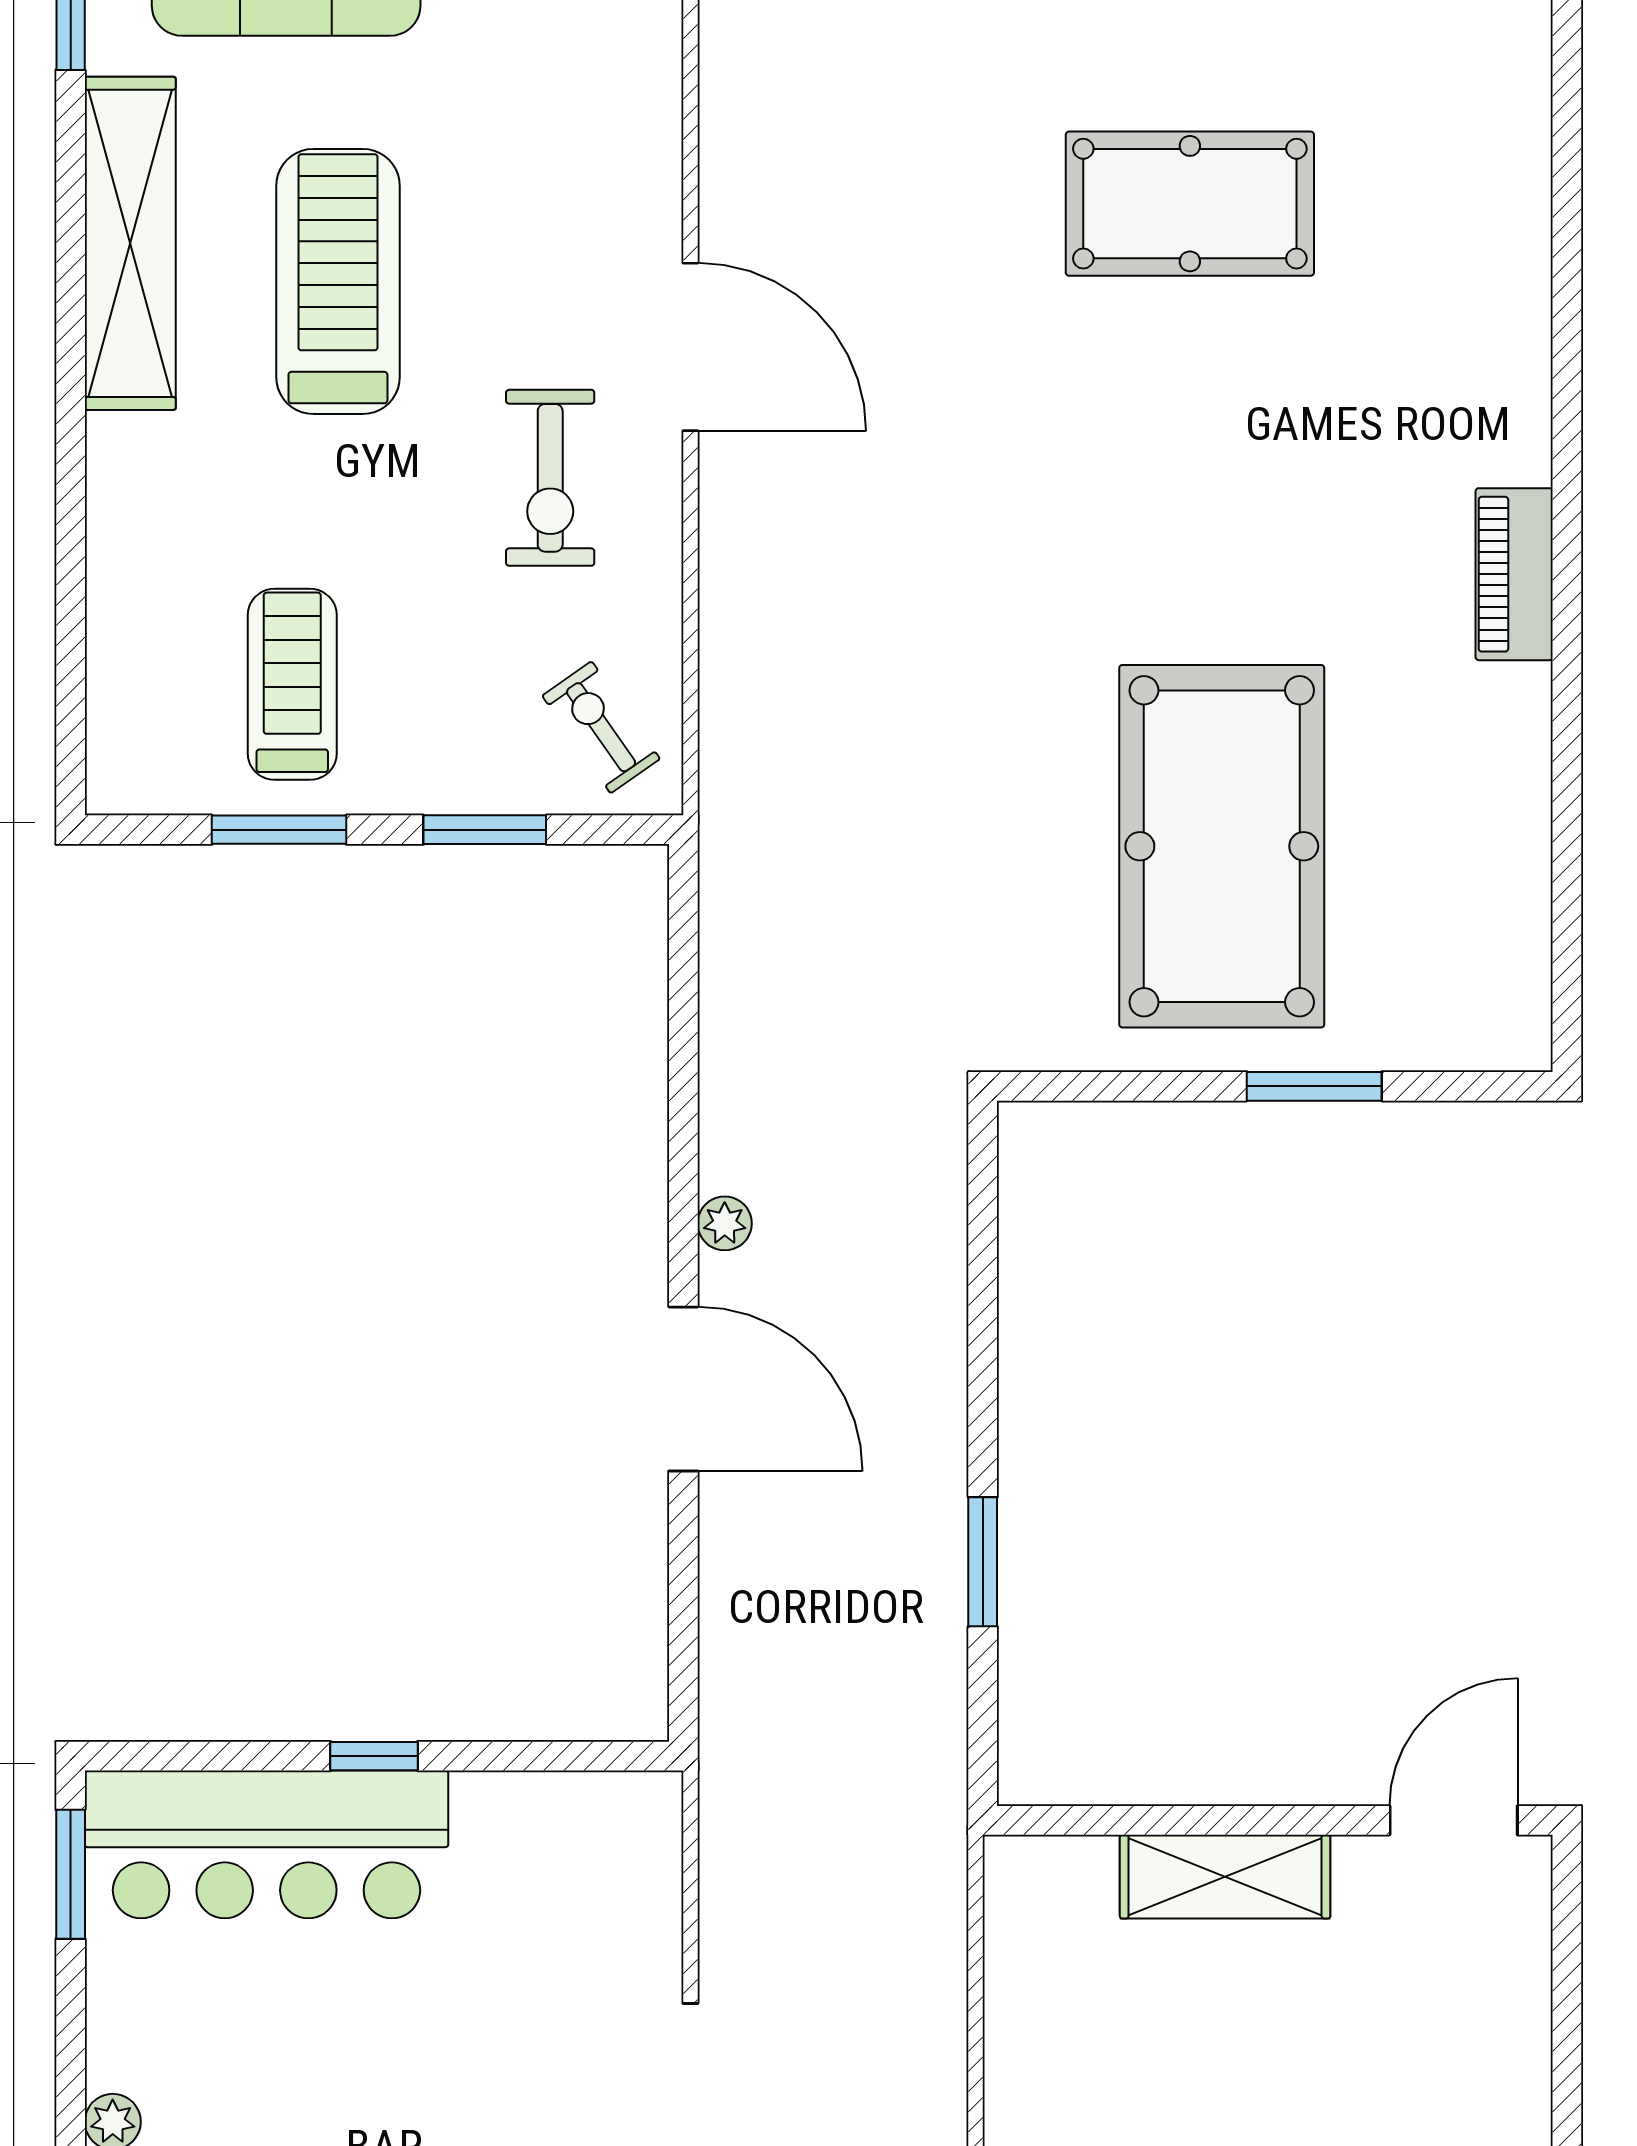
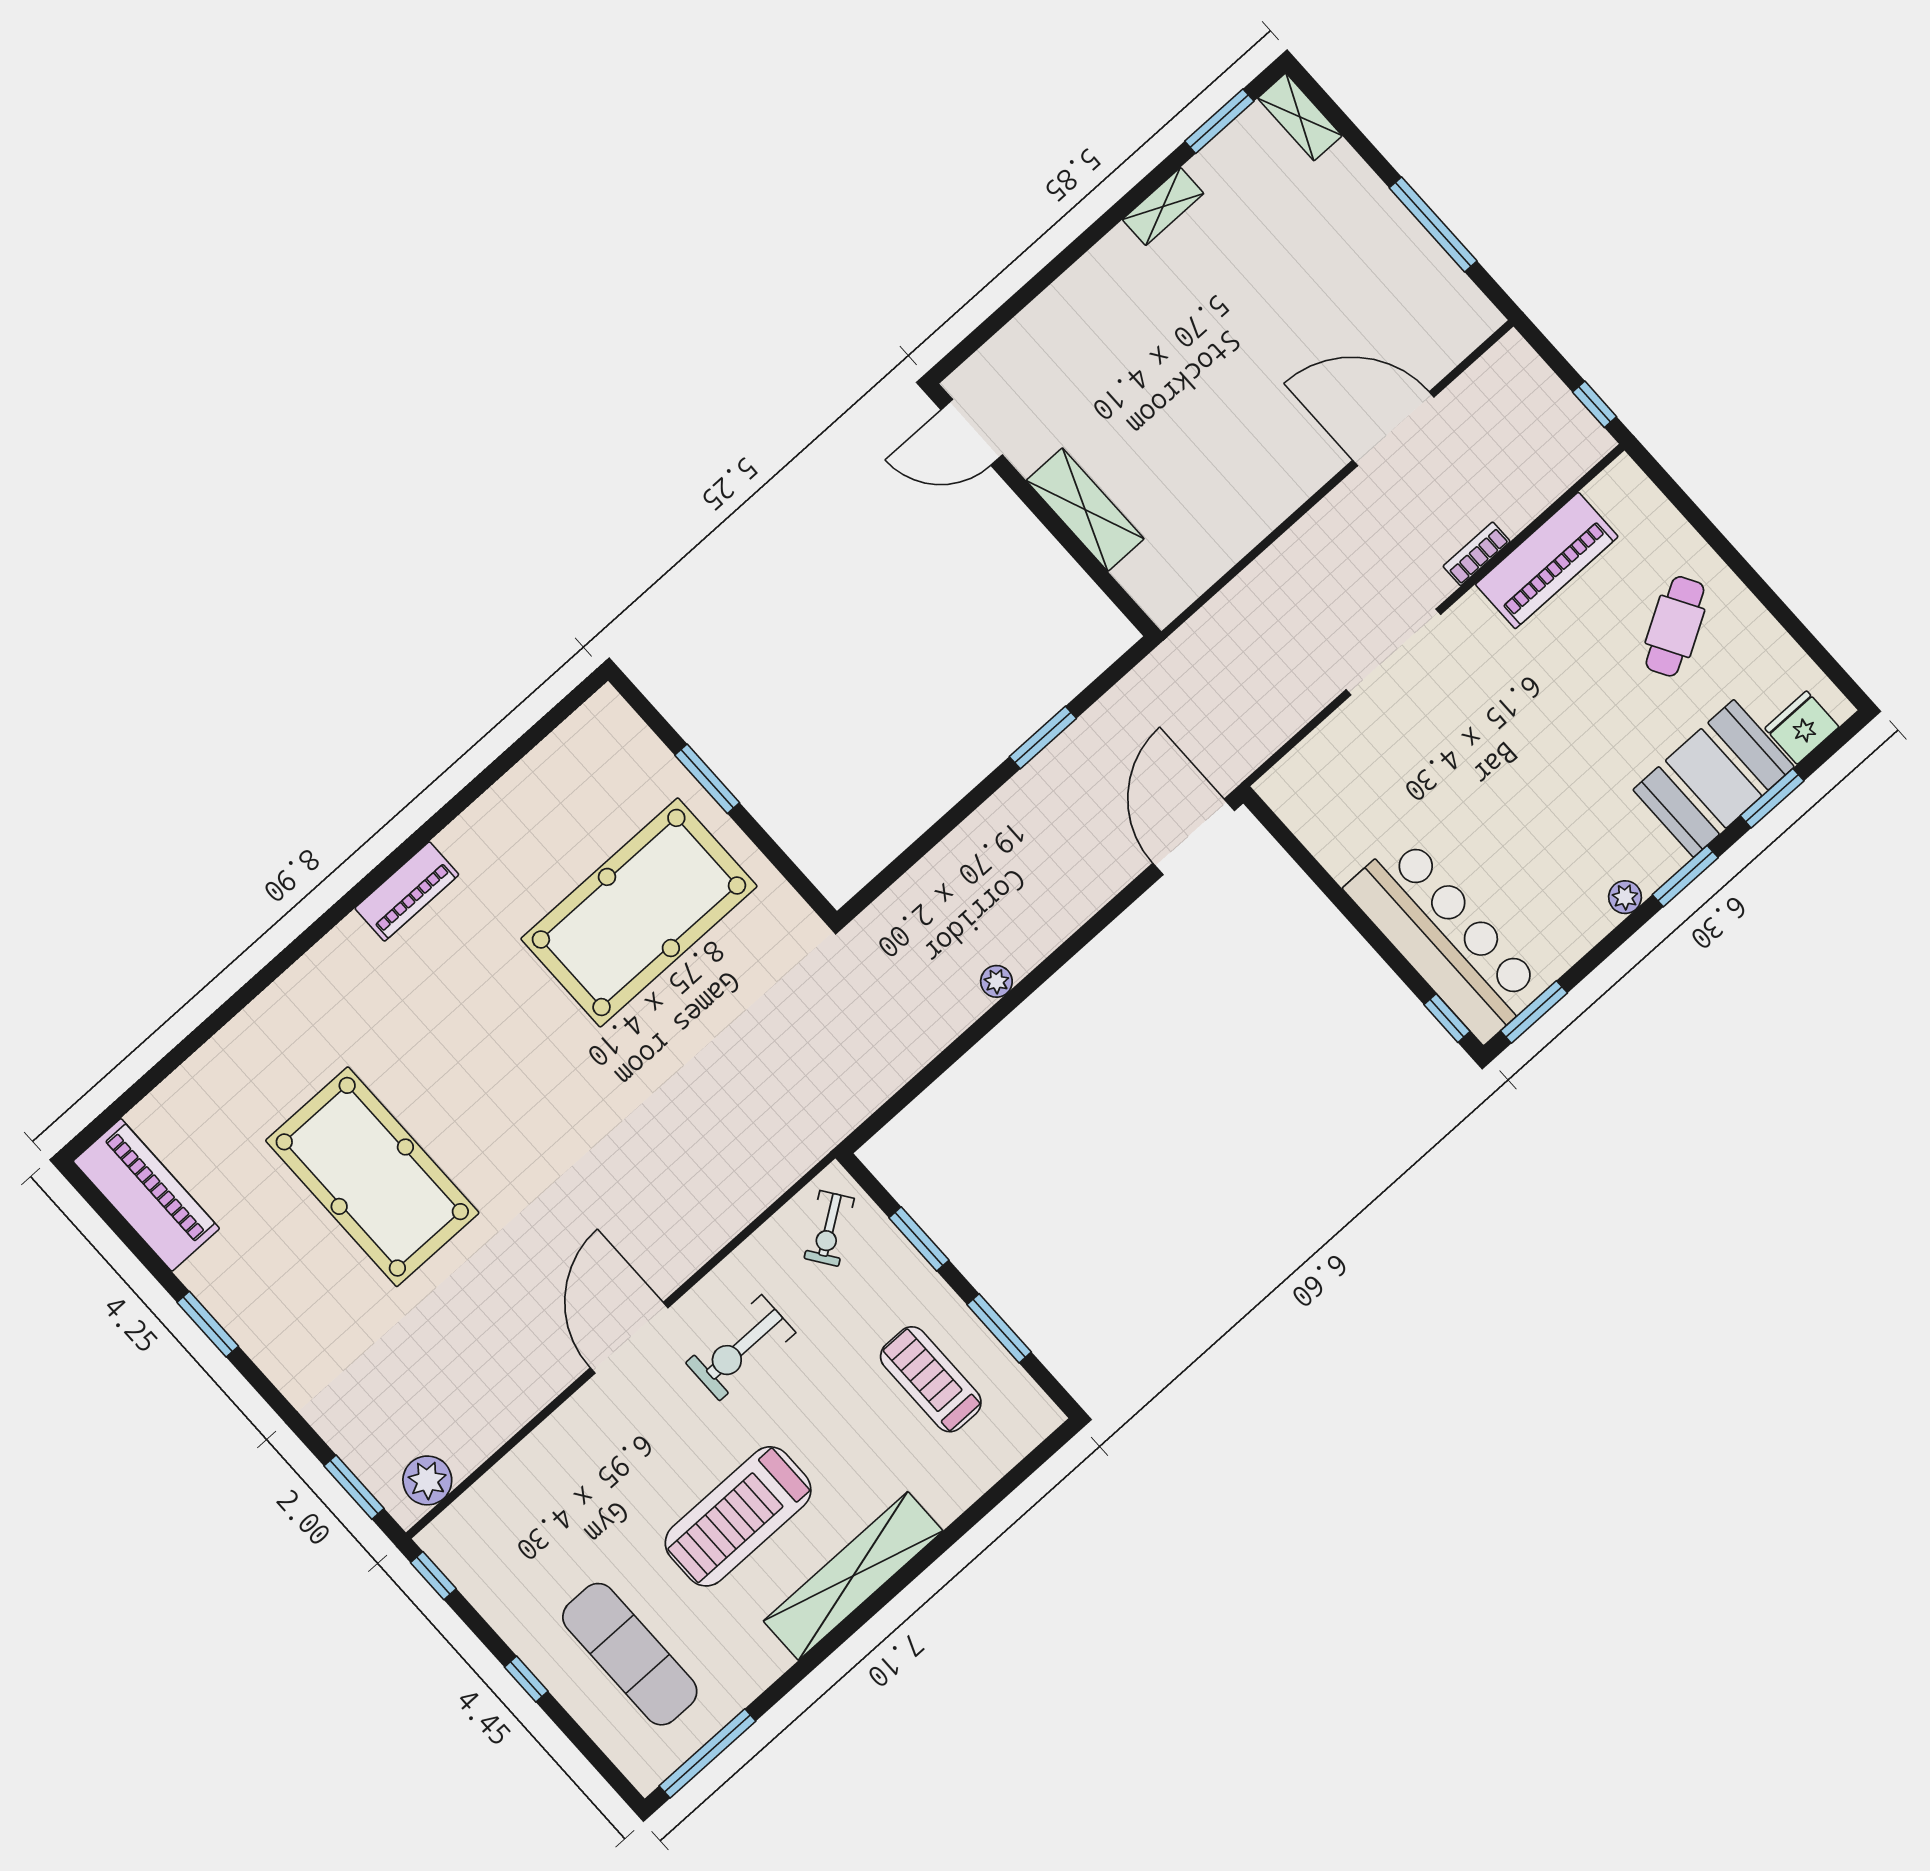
pool table: (1190, 204) -> (372, 1177), width x1.36, depth x1.32
shelving: (130, 243) -> (853, 1576), moved
exercise bike: (550, 478) -> (741, 1348), turned 180
treadmill: (292, 684) -> (931, 1379), turned 90
door: (683, 1389) -> (1194, 837), moved
window: (374, 1756) -> (1447, 1018), moved

